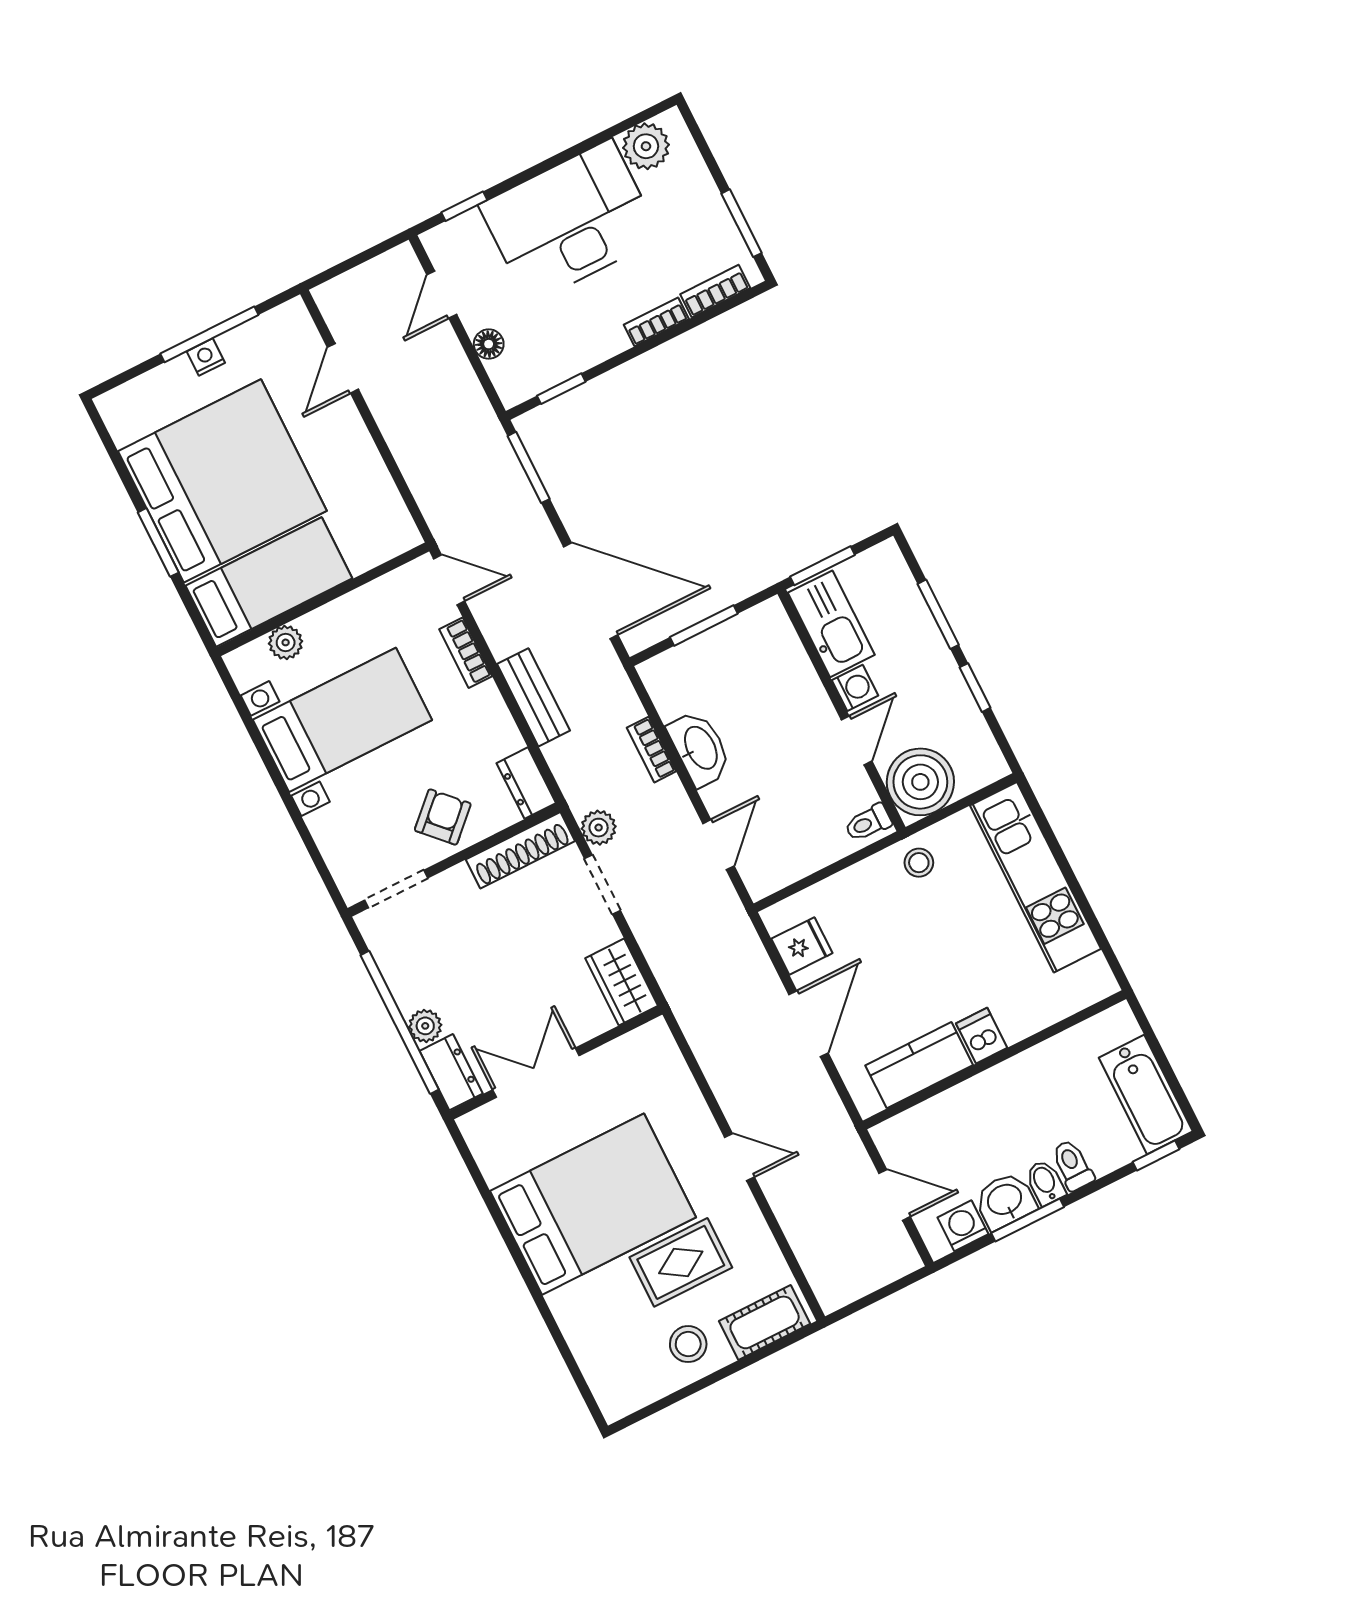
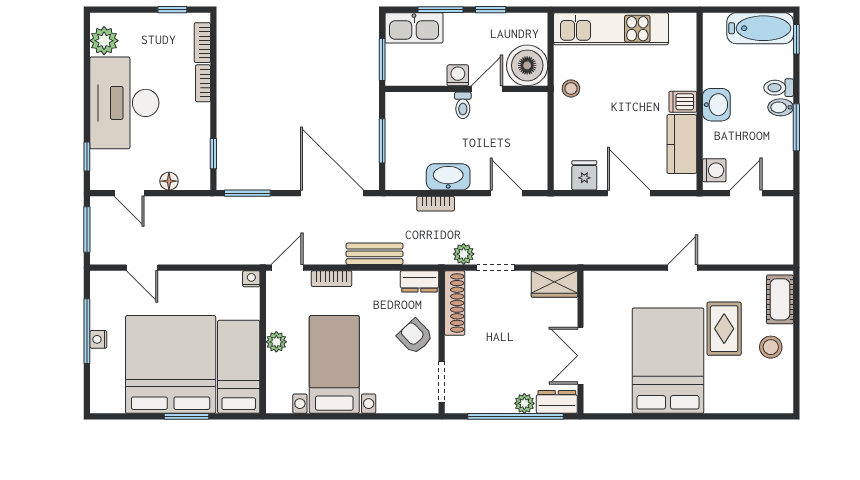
window: (741, 223) -> (172, 10), width x0.67
window: (358, 260) -> (87, 230), added
nightstand: (407, 536) -> (251, 279), added
door: (591, 591) -> (332, 193), hinge flipped
kitchen sink: (831, 624) -> (414, 28), moved, turned 180
plant: (286, 642) -> (276, 342), moved
door: (857, 740) -> (487, 89), hinge flipped
toilet: (868, 823) -> (463, 105), moved
washbasin: (1005, 1201) -> (716, 105), moved, turned 180
washing machine: (963, 1226) -> (714, 170), moved, turned 180

